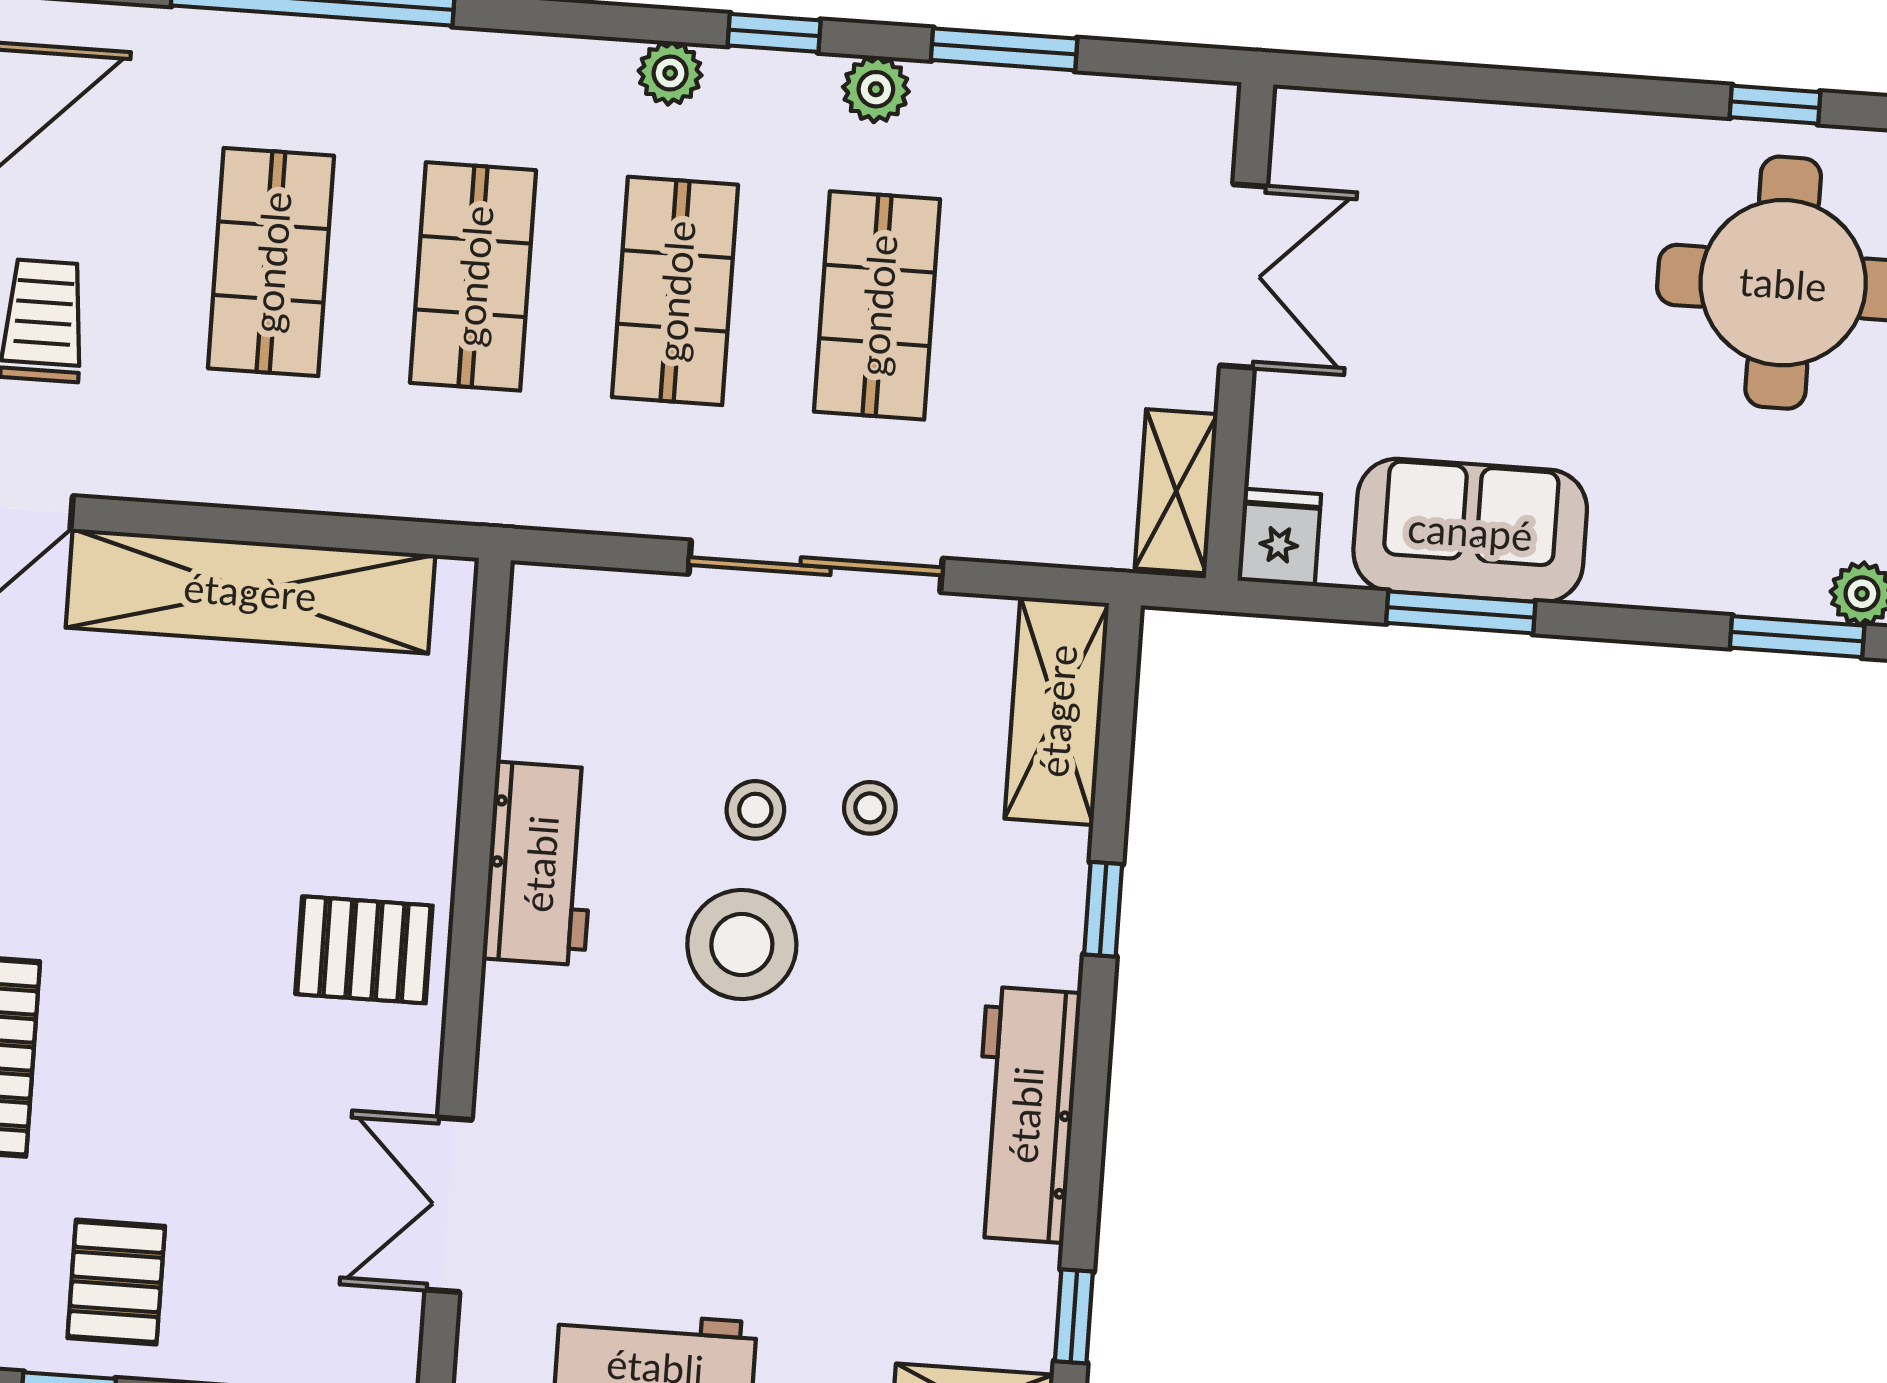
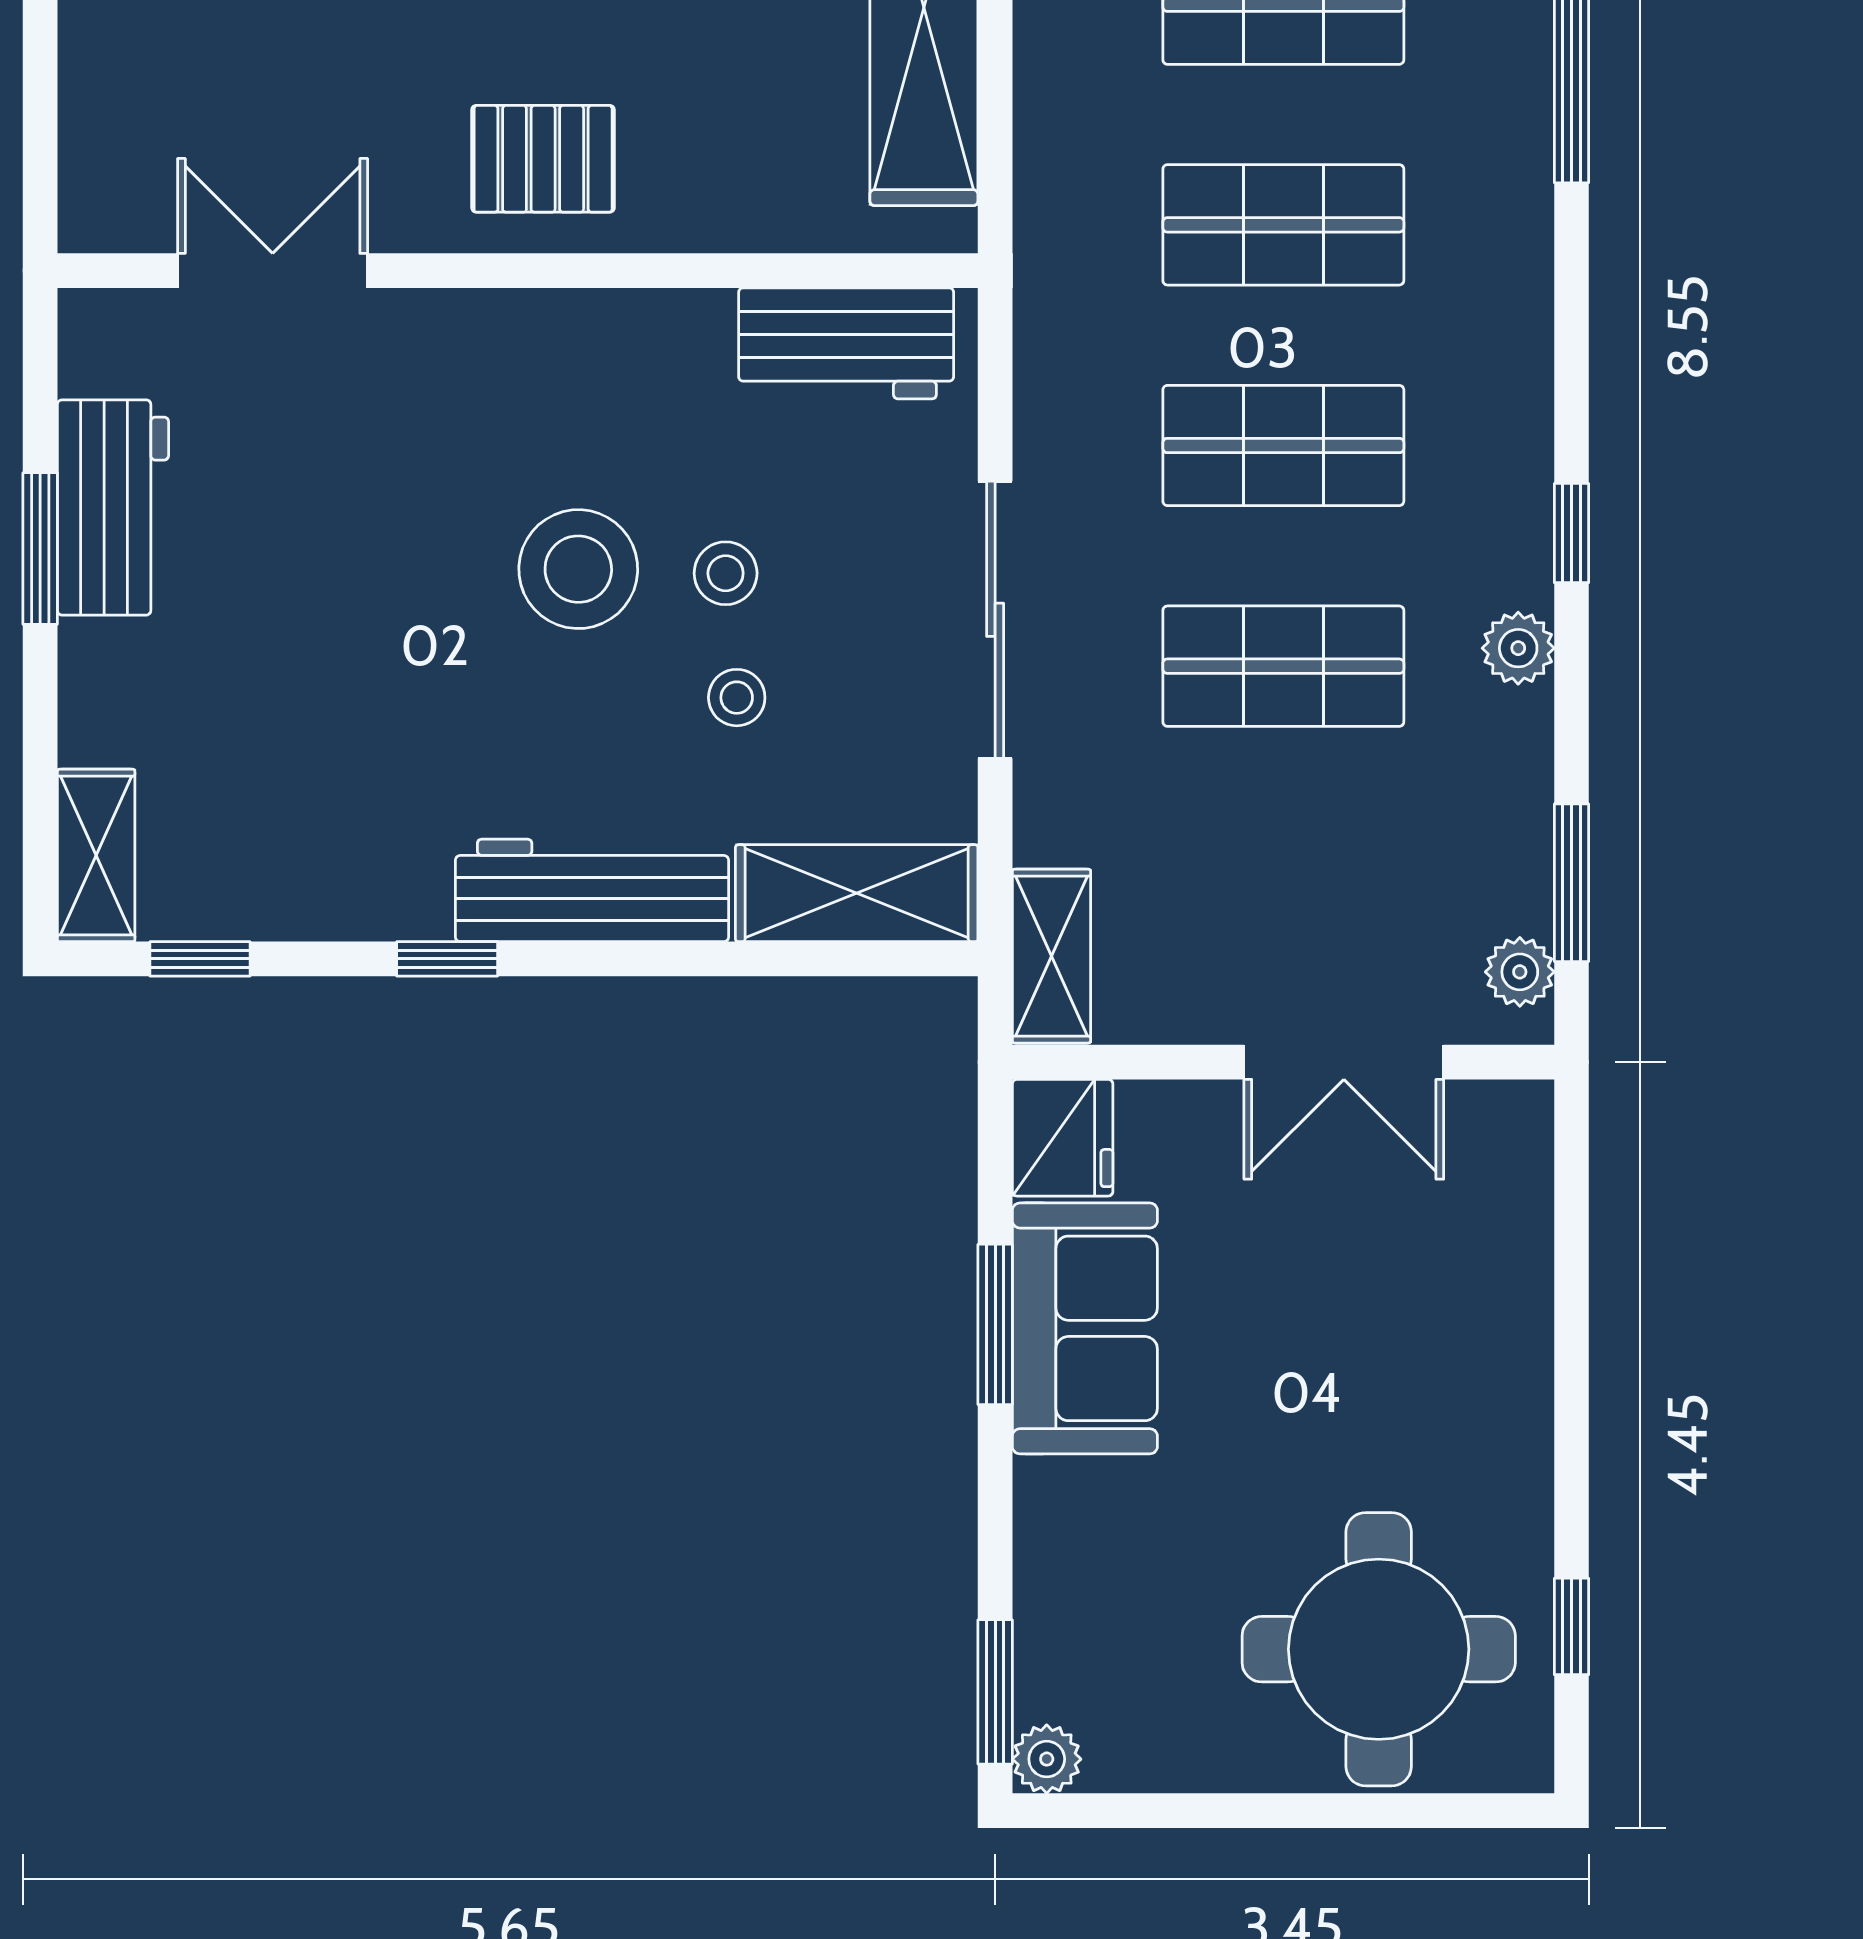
window: (1004, 49) -> (1572, 883), moved
plant: (670, 73) -> (1520, 972), moved
shelving: (1176, 491) -> (1051, 956), moved, turned 90
fridge: (1279, 537) -> (1063, 1138), width x1.38
workbench: (540, 864) -> (846, 343), moved
window: (1103, 909) -> (447, 959), moved
pallet: (364, 950) -> (543, 159), turned 90
workbench: (1025, 1115) -> (592, 890), moved

